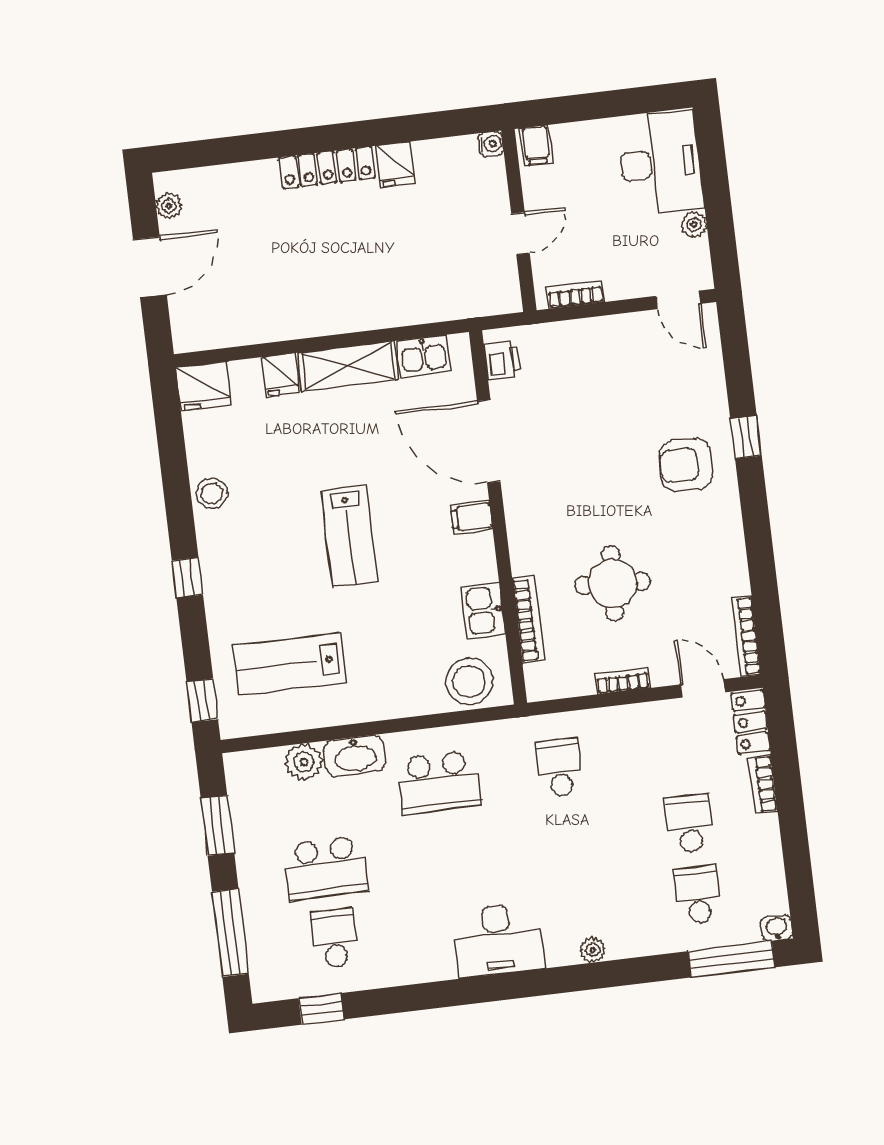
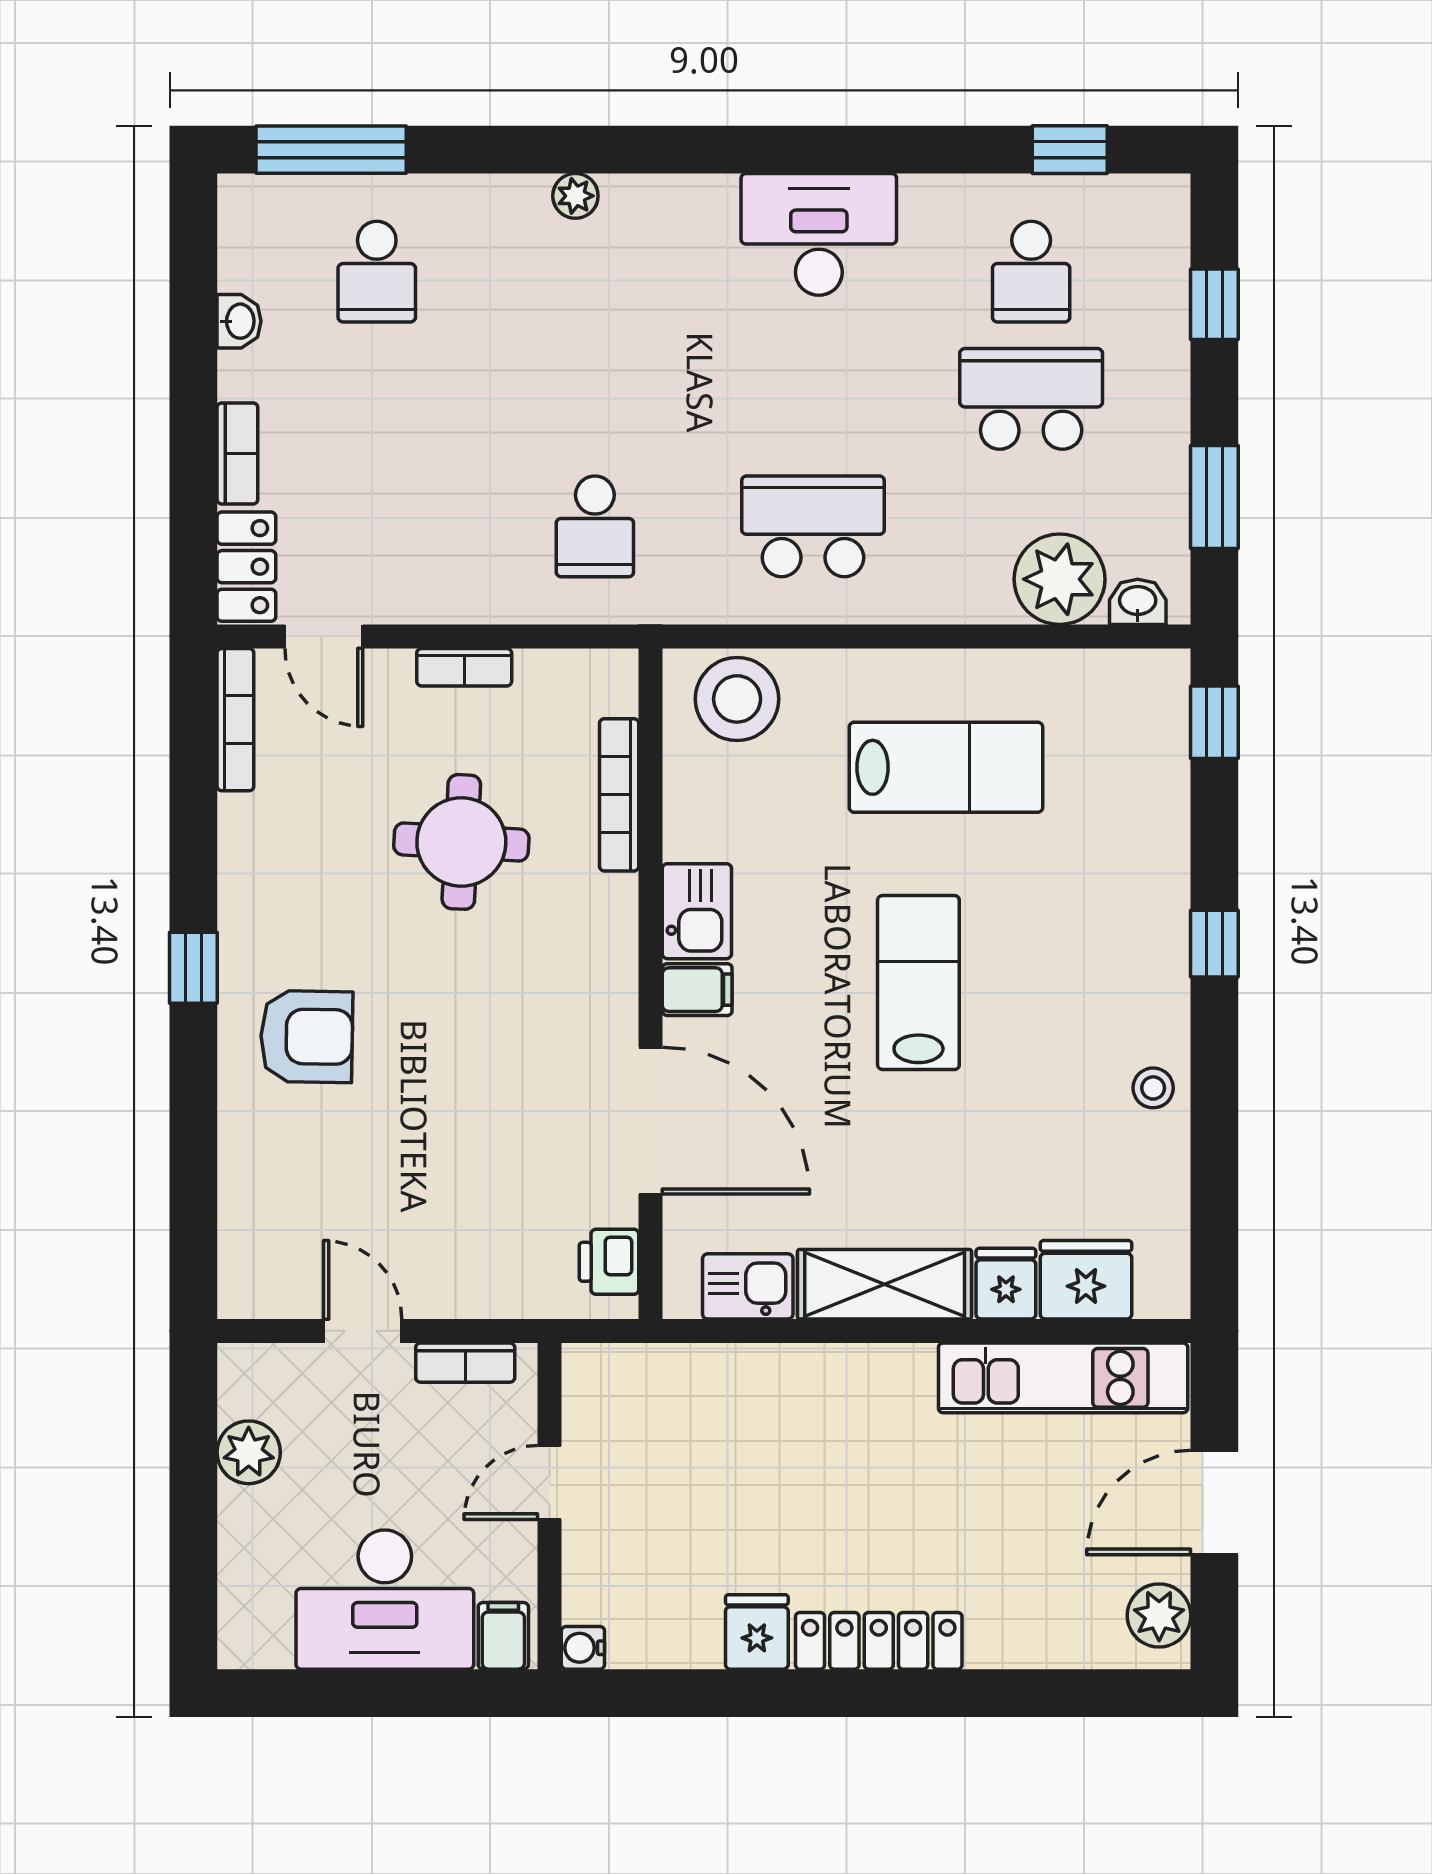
desk: (660, 163) -> (385, 1600), moved, turned -90
plant: (169, 206) -> (1159, 1615), width x1.38, depth x1.38
plant: (694, 225) -> (249, 1452), width x1.38, depth x1.38
door: (678, 300) -> (363, 1331), moved
kitchen unit: (242, 326) -> (1063, 1378), added
fridge: (203, 386) -> (1086, 1280), moved
window: (746, 437) -> (193, 968), moved
stool: (212, 493) -> (1153, 1088), width x0.73, depth x0.73
kitchen sink: (483, 610) -> (697, 911), moved
lab bench: (289, 664) -> (946, 767), moved
washbasin: (355, 756) -> (1138, 602), moved, width x0.52, depth x0.69
plant: (304, 762) -> (1060, 579), width x1.36, depth x1.36
school desk: (689, 824) -> (377, 399), removed
washbasin: (777, 928) -> (239, 321), moved, turned -90
window: (230, 933) -> (1214, 304), width x0.46
desk: (498, 940) -> (819, 234), moved

